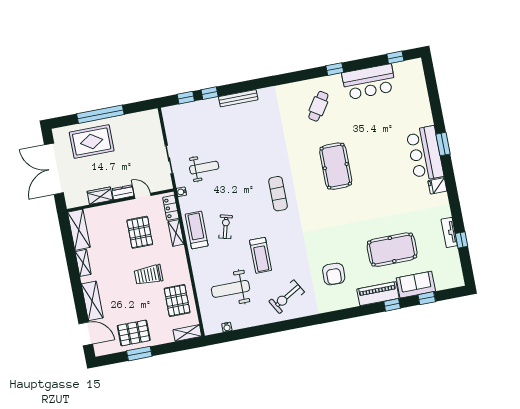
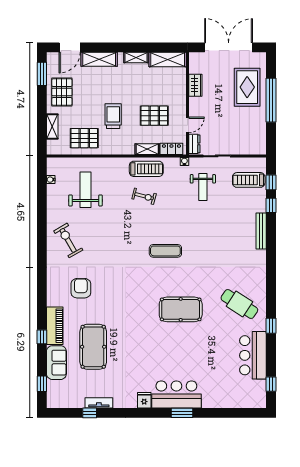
cafe table: (318, 106) -> (239, 304), width x1.37, depth x1.35
dresser: (123, 192) -> (194, 144), moved
treadmill: (261, 255) -> (249, 180), moved
armchair: (334, 274) -> (81, 288), turned 88
window: (427, 298) -> (42, 384), moved
shelving: (187, 333) -> (52, 127), moved
window: (139, 354) -> (42, 74), moved

